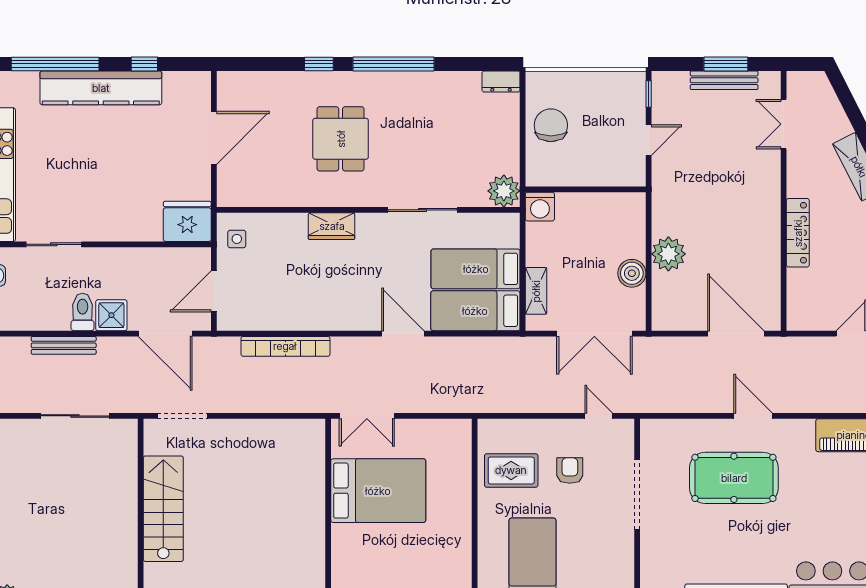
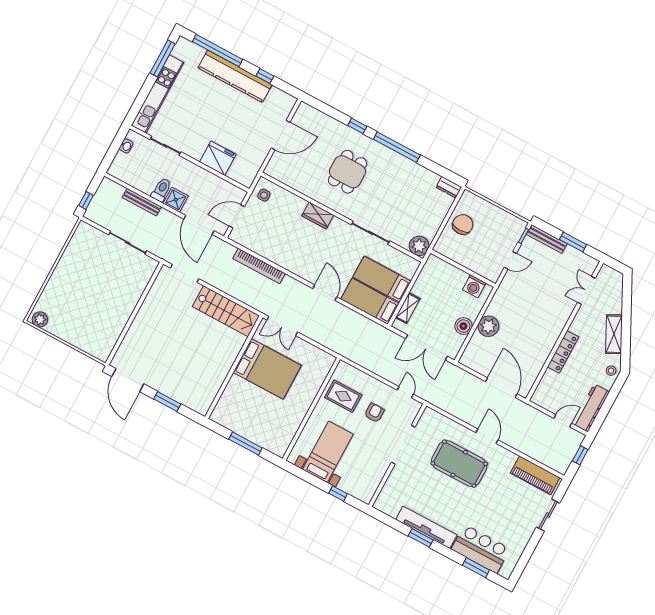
bench: (724, 80) -> (547, 239), moved
washing machine: (540, 207) -> (474, 286), moved
fridge: (187, 221) -> (218, 158), moved
stairs: (163, 509) -> (226, 311), moved, turned 90

